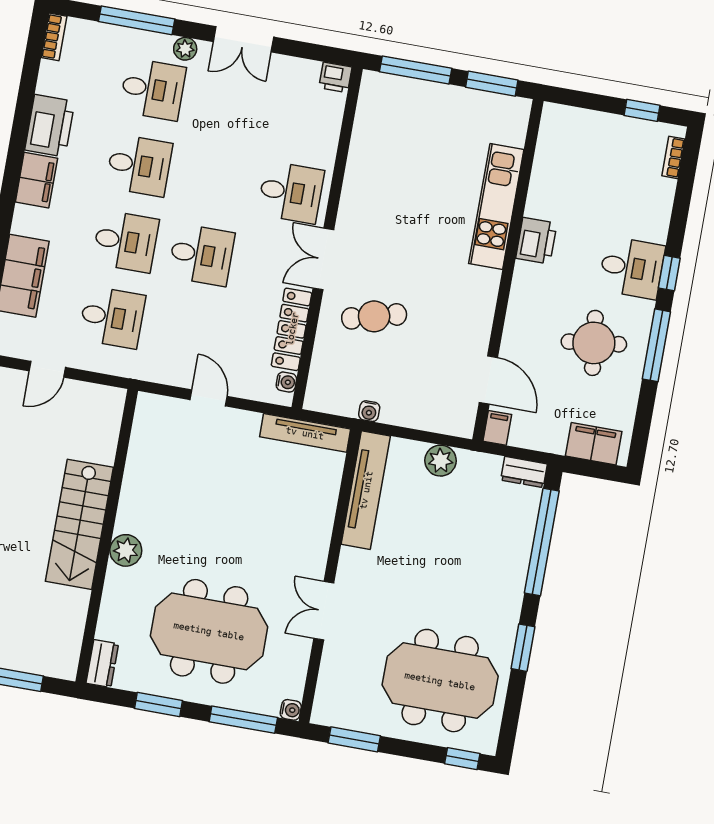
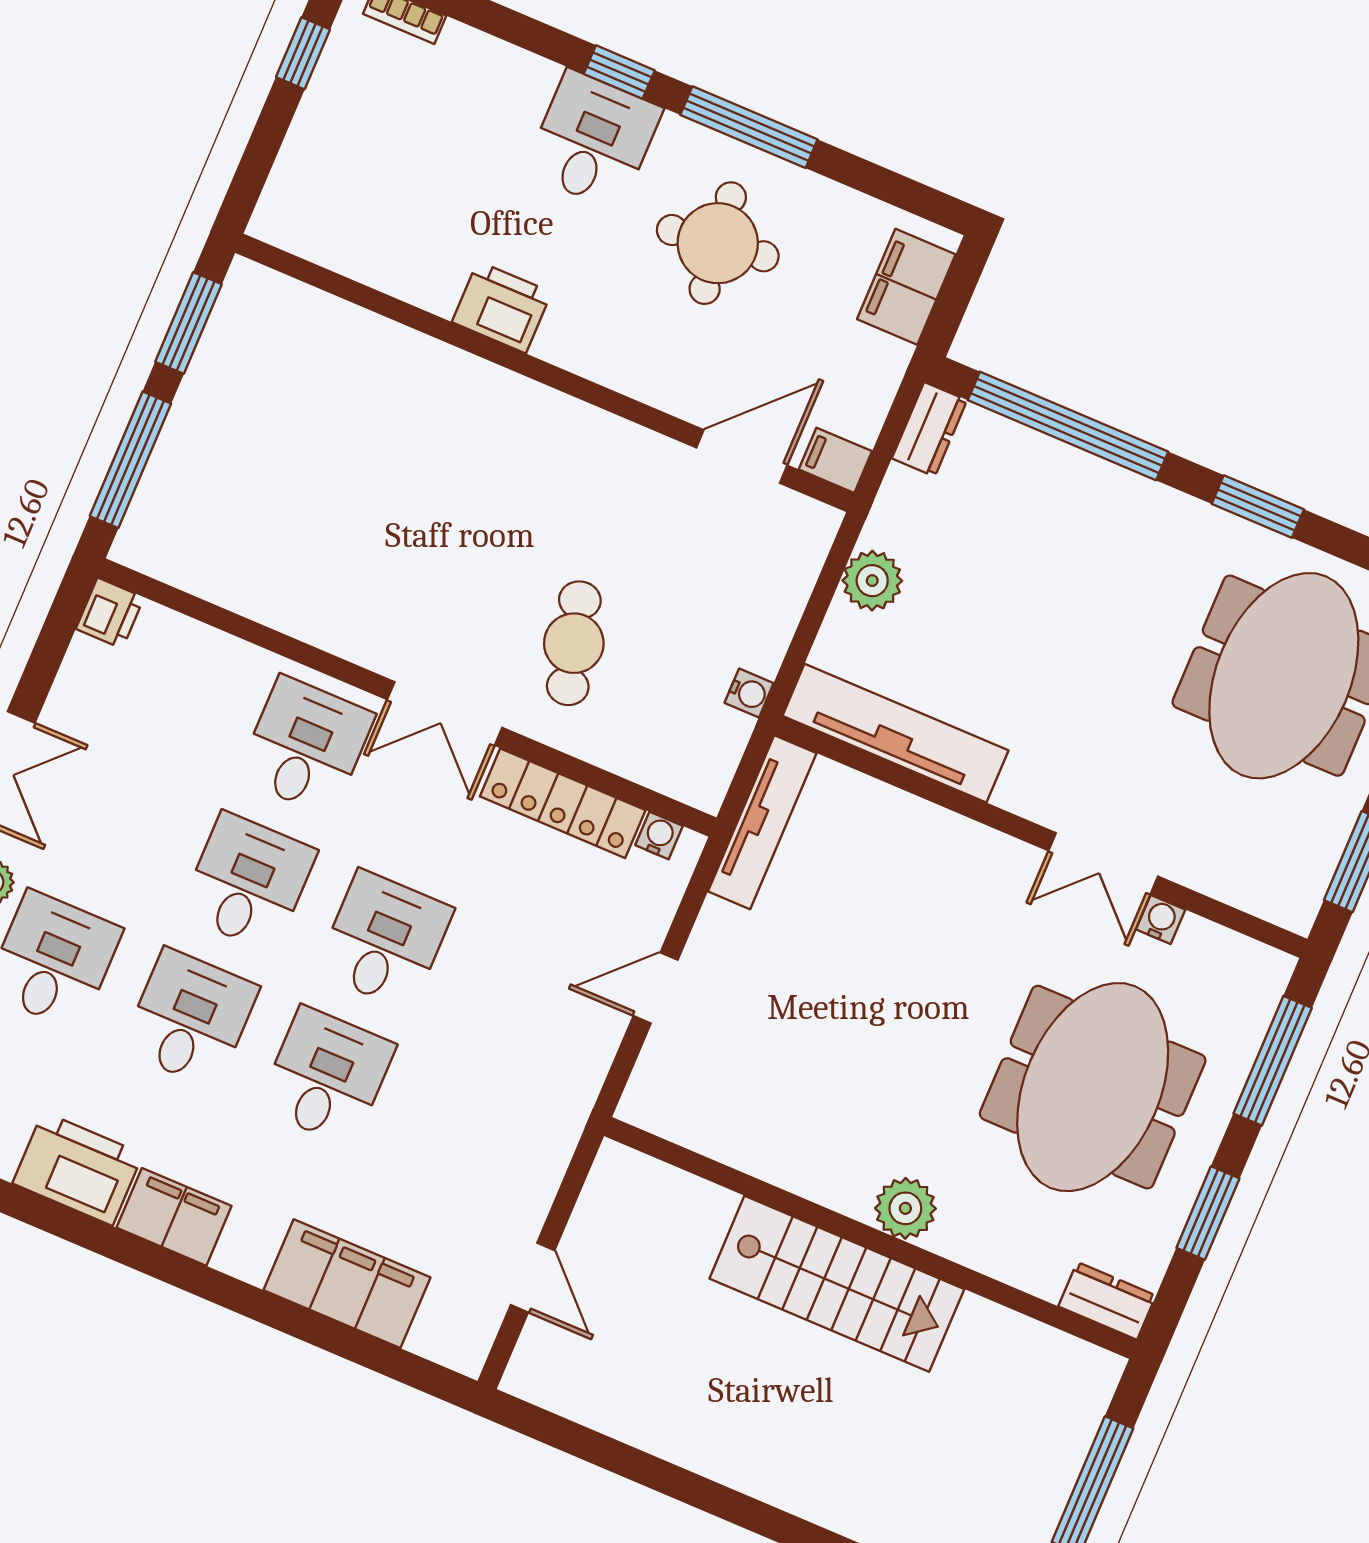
kitchen unit: (496, 206) -> (420, 367), removed
desk: (112, 317) -> (248, 882), moved
water cooler: (291, 710) -> (1161, 920), moved

